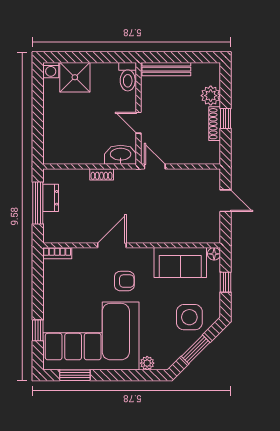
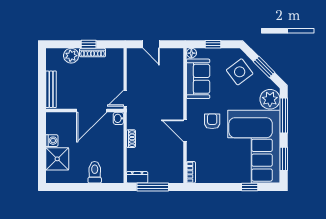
washing machine: (51, 70) -> (52, 141), moved
toilet: (128, 77) -> (95, 172), moved, turned -90
door: (139, 123) -> (92, 110), width x1.87
washbasin: (121, 155) -> (118, 118), width x0.52, depth x0.69
dresser: (51, 198) -> (137, 177), moved
door: (226, 201) -> (151, 44), swing flipped
side table: (189, 317) -> (240, 72), turned -37
plant: (147, 363) -> (270, 99), width x1.87, depth x1.87
window: (132, 375) -> (284, 116), added

